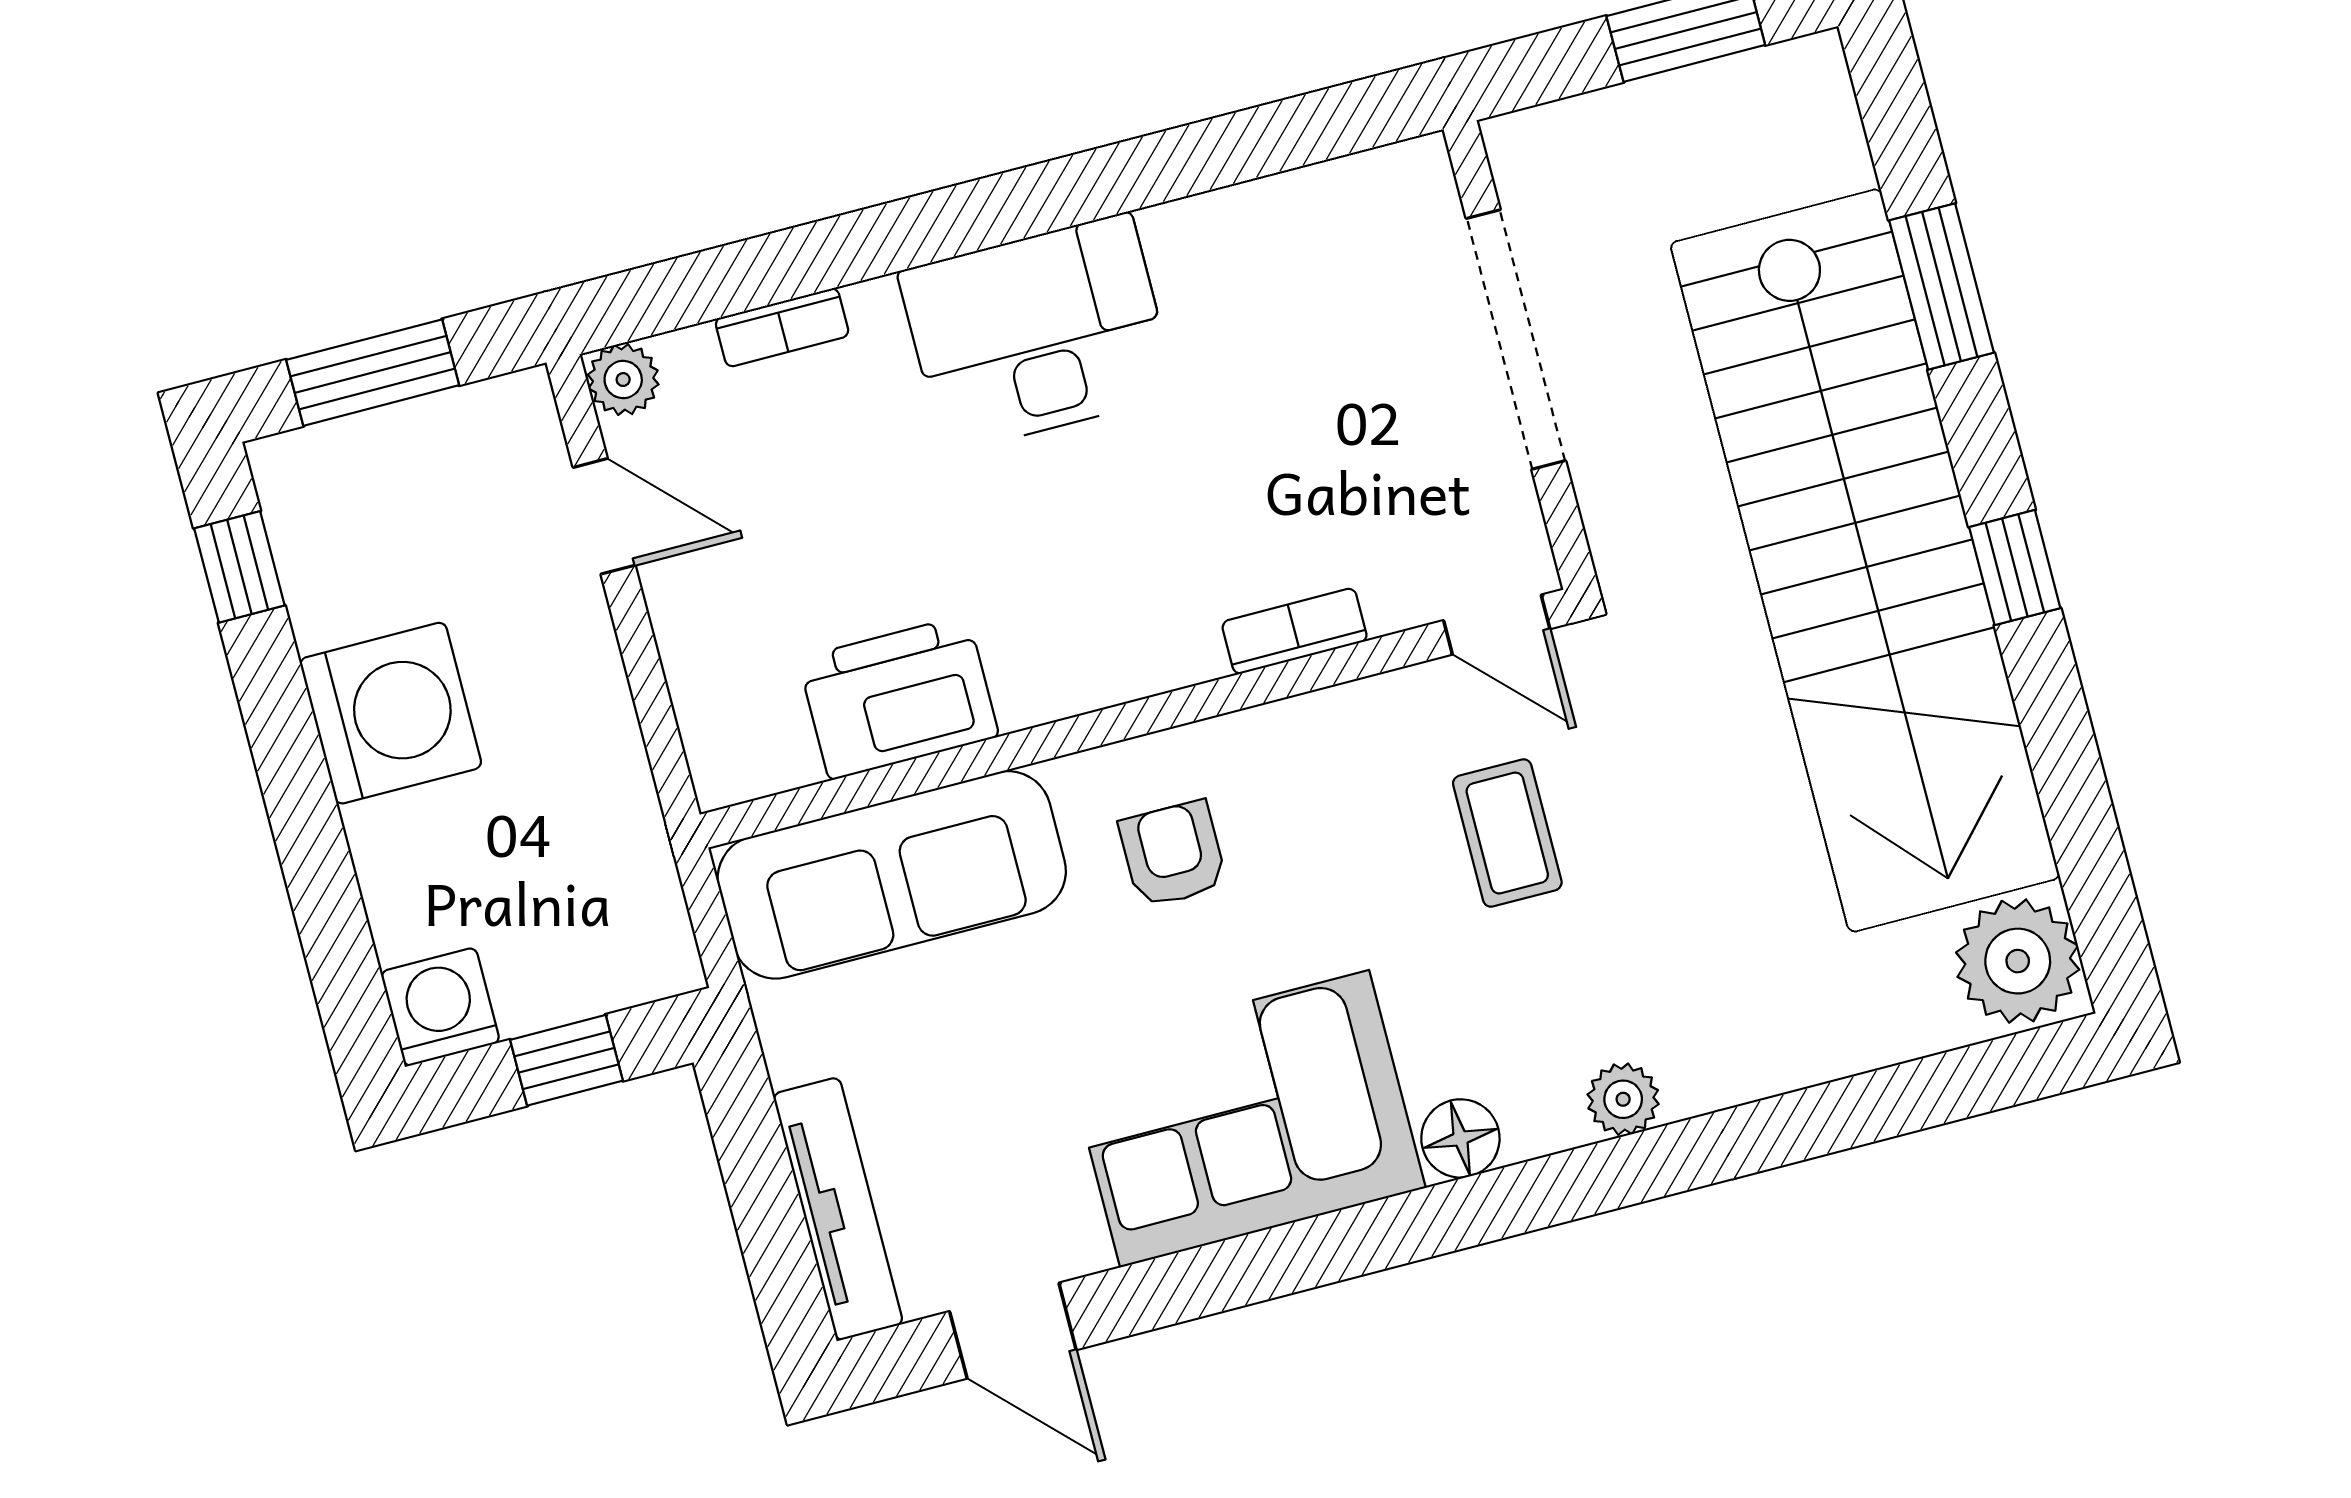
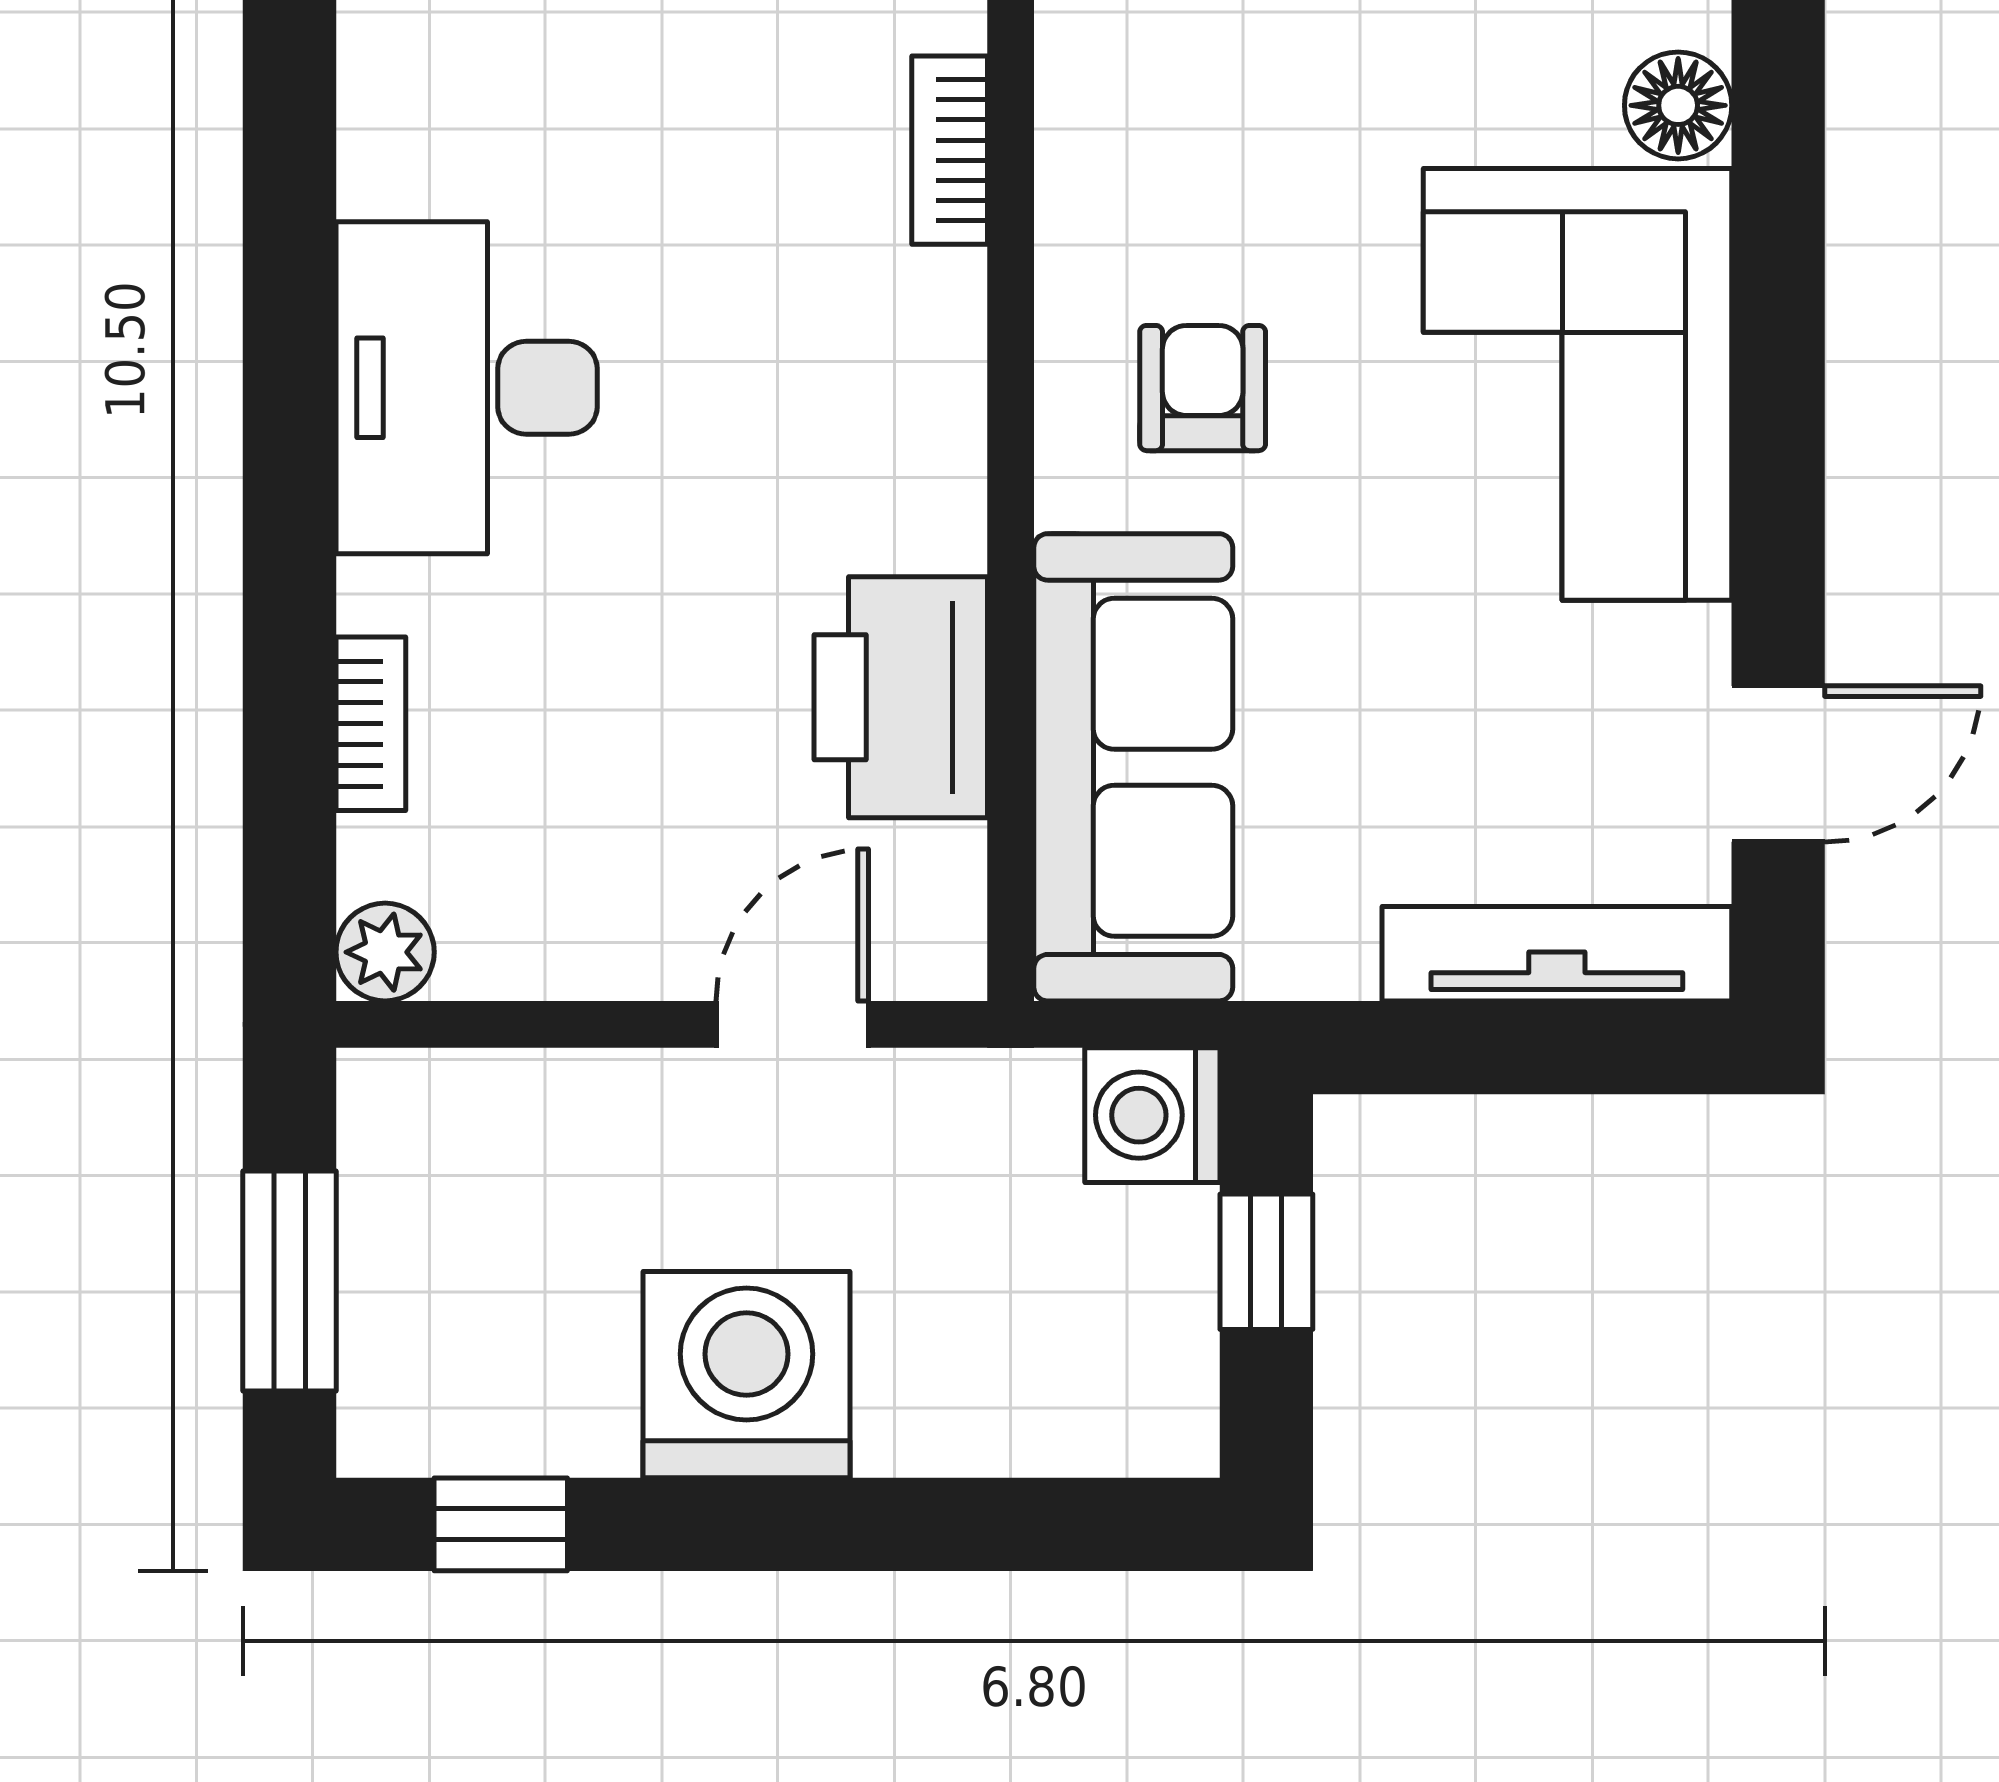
door: (604, 516) -> (792, 1024), moved
armchair: (1173, 854) -> (1203, 388), turned 90
washing machine: (440, 1007) -> (1152, 1115), moved

